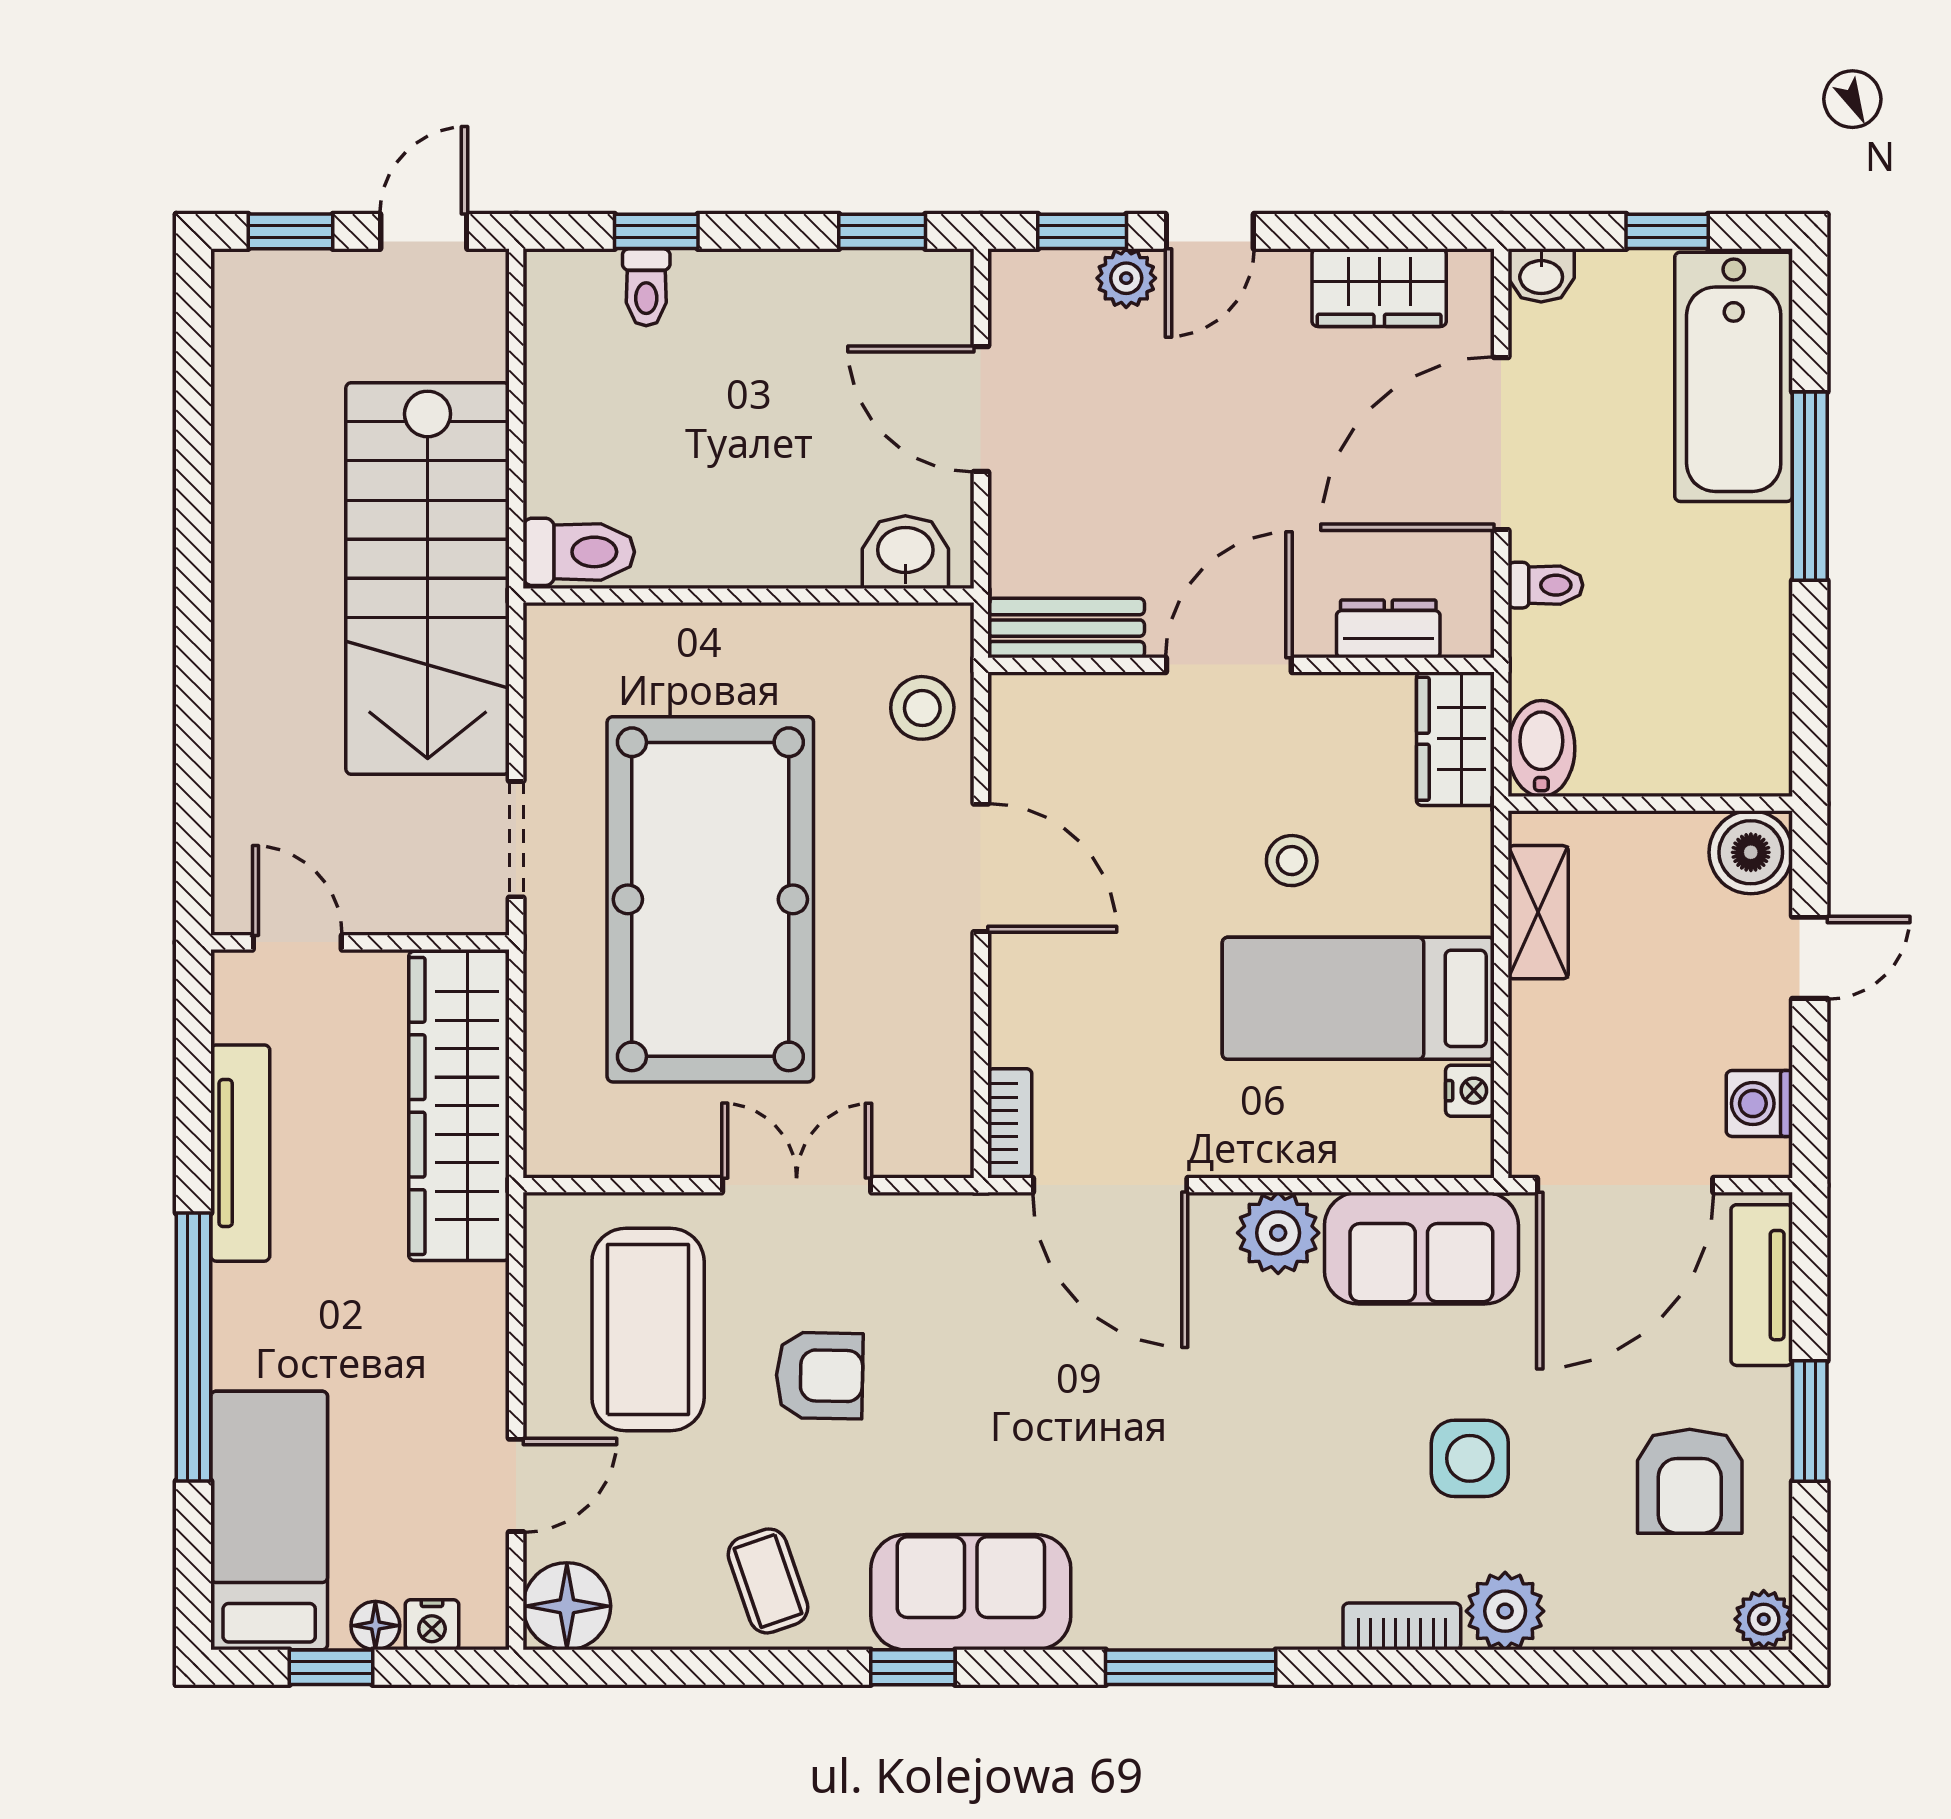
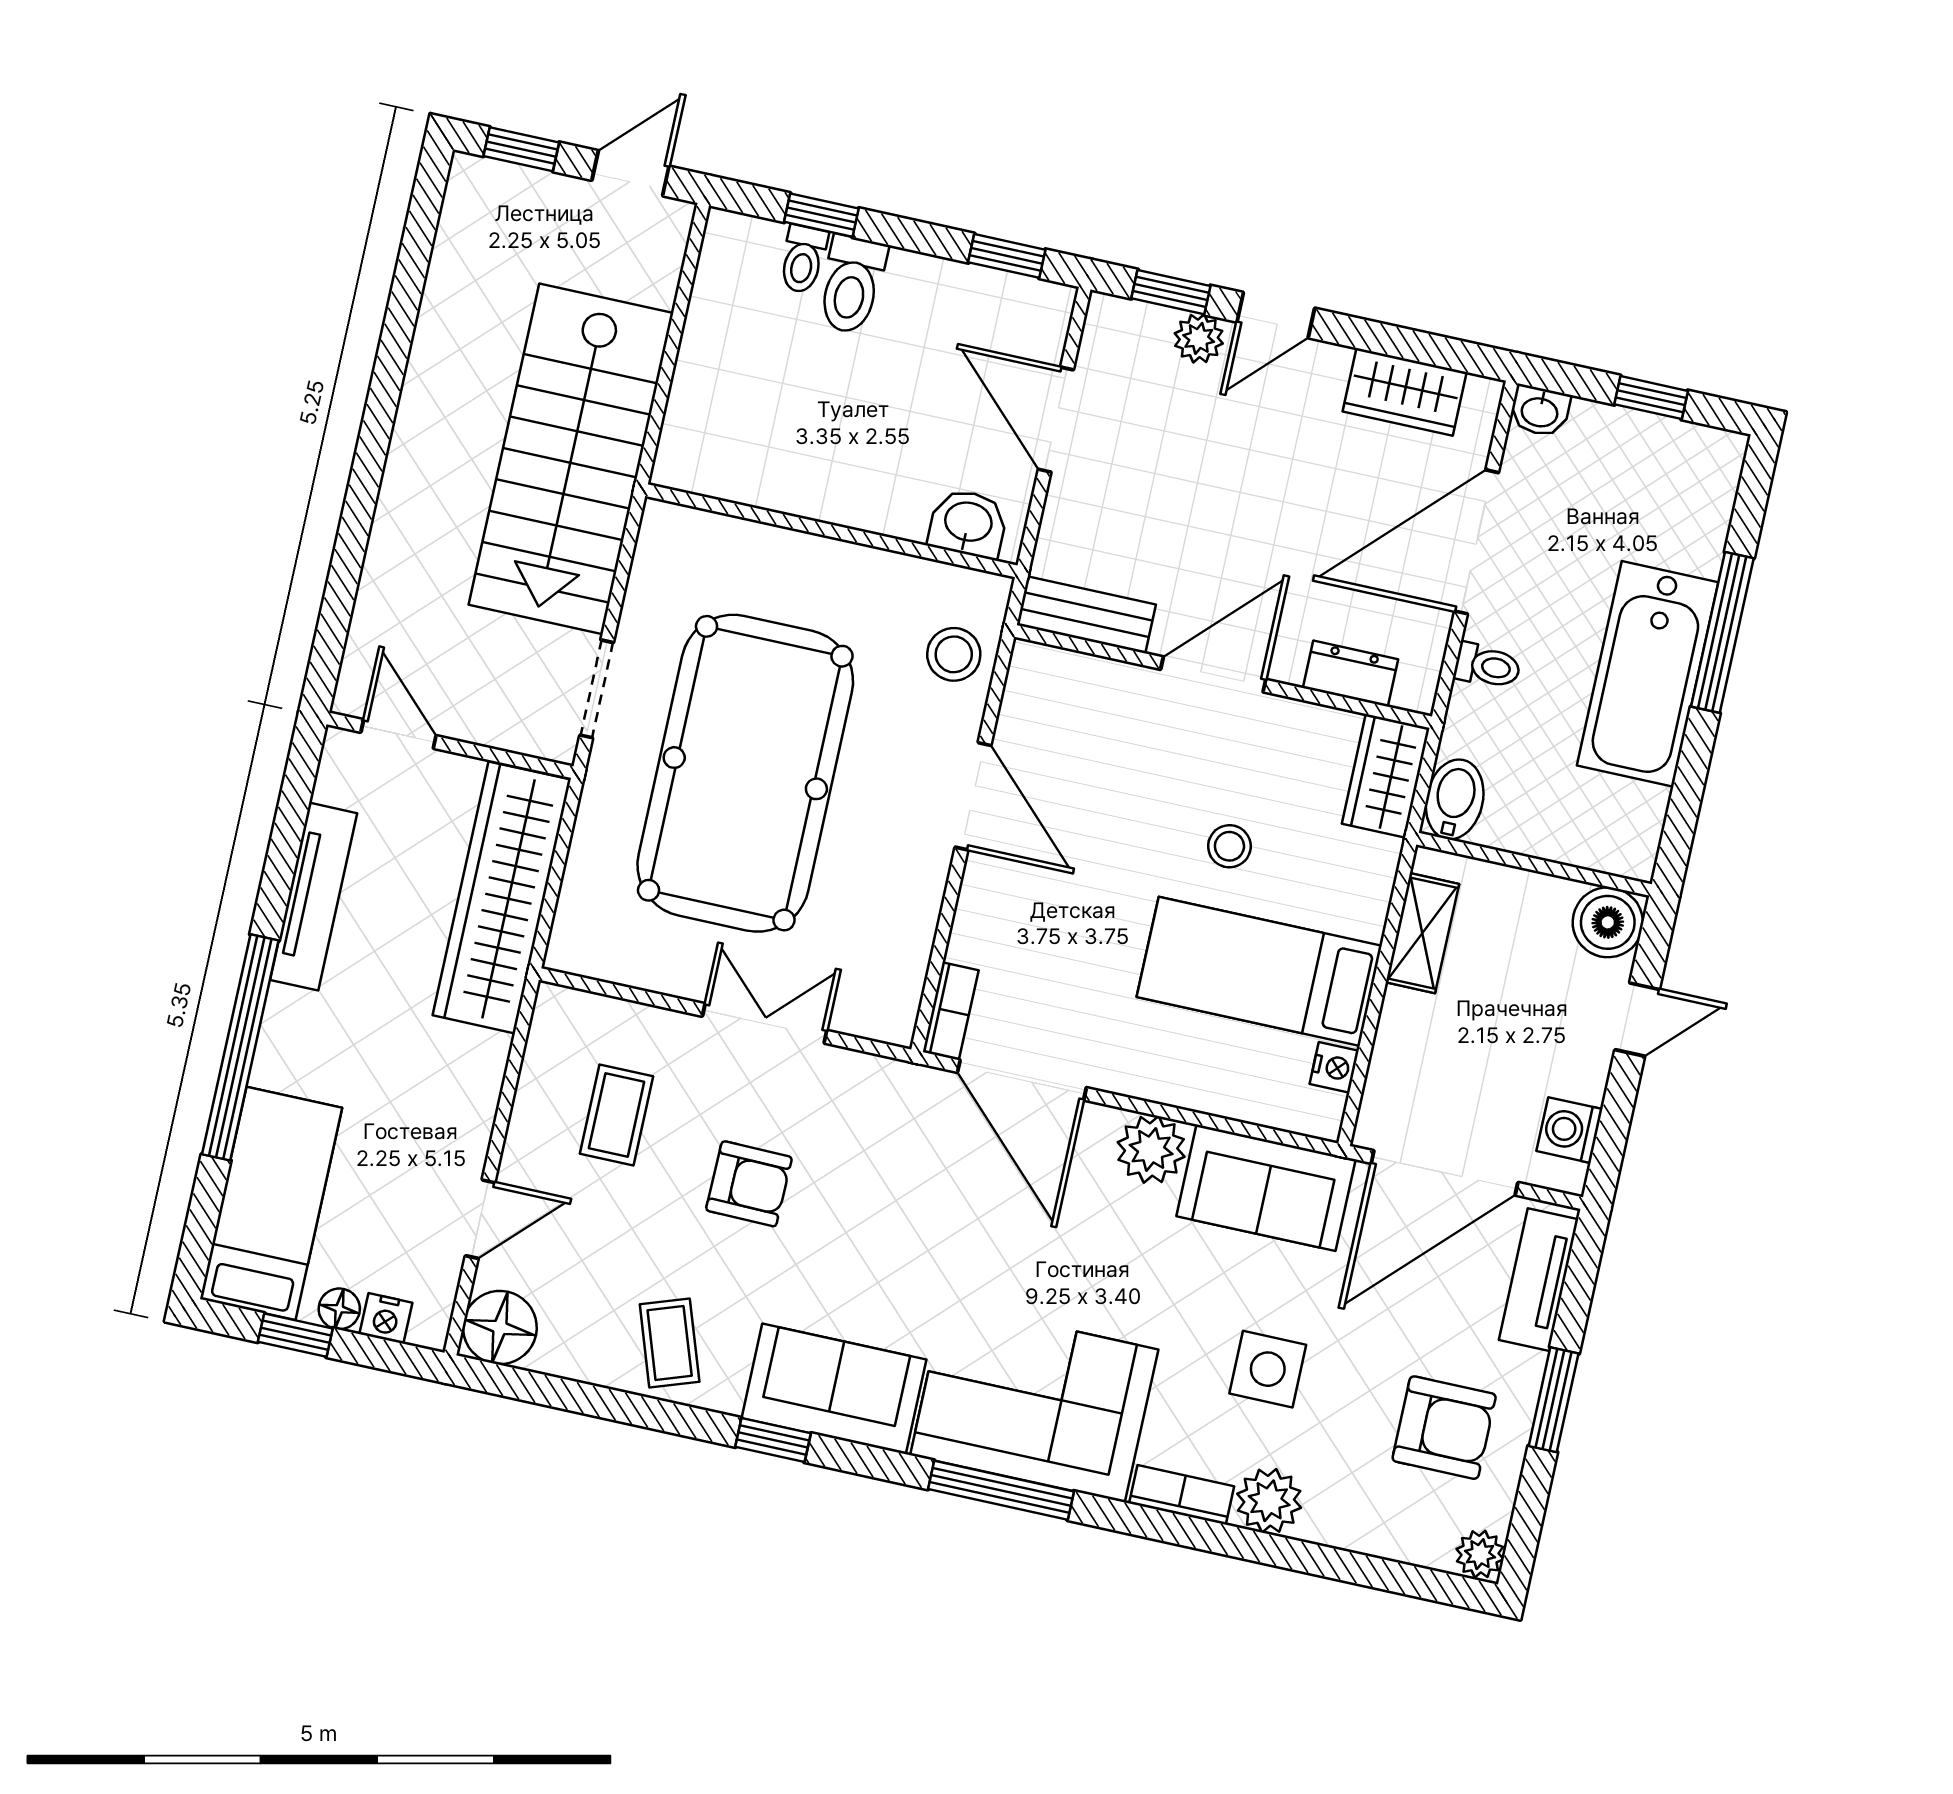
bathtub: (1734, 377) -> (1648, 674), moved
toilet: (579, 552) -> (852, 285), moved, turned 90
coffee table: (648, 1330) -> (617, 1115), width x0.54, depth x0.58
armchair: (1690, 1481) -> (1444, 1428), turned -90
corner sofa: (1207, 1557) -> (1034, 1402), added

